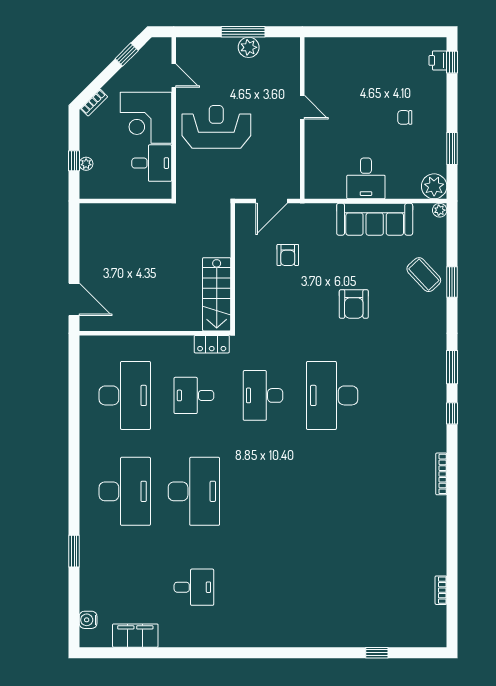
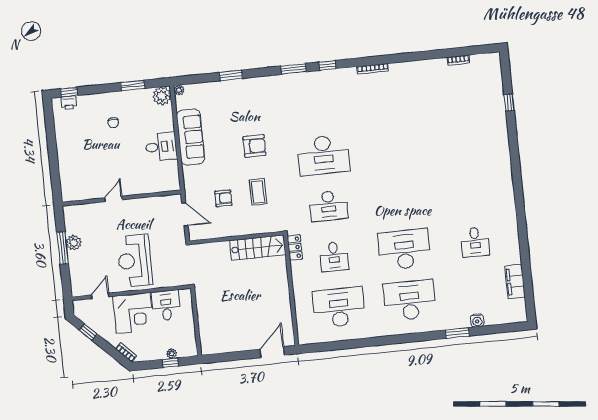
coffee table: (424, 275) -> (258, 192), moved, turned -47
desk: (194, 587) -> (475, 242), turned 180
water cooler: (88, 620) -> (477, 320), moved

